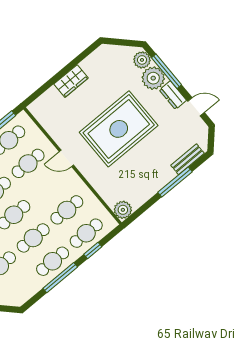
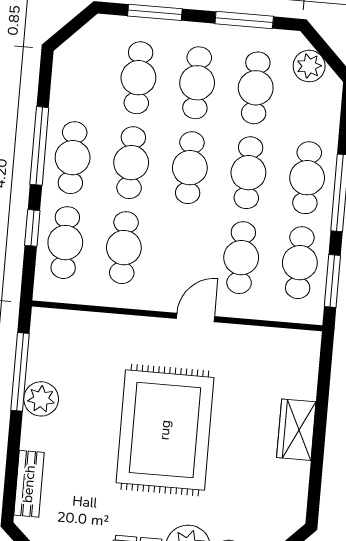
window: (175, 182) -> (20, 372), moved
plant: (123, 210) -> (41, 399), moved

